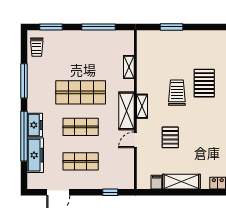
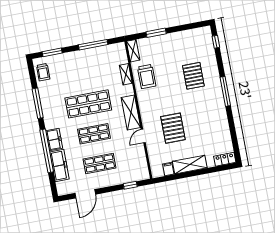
trolley: (177, 93) -> (147, 77), moved, turned 180
shelving: (142, 106) -> (133, 51), moved
pallet: (170, 137) -> (173, 128), width x1.50, depth x1.42

